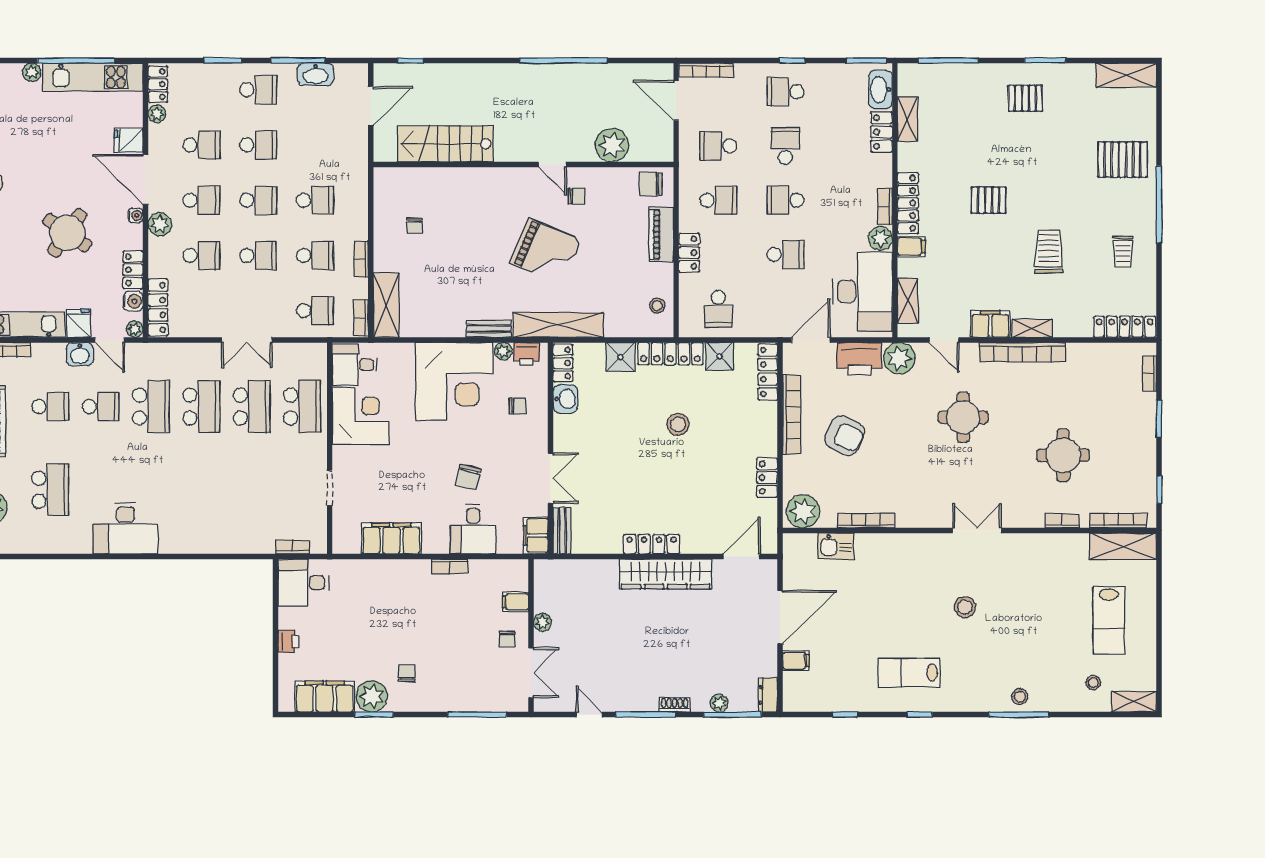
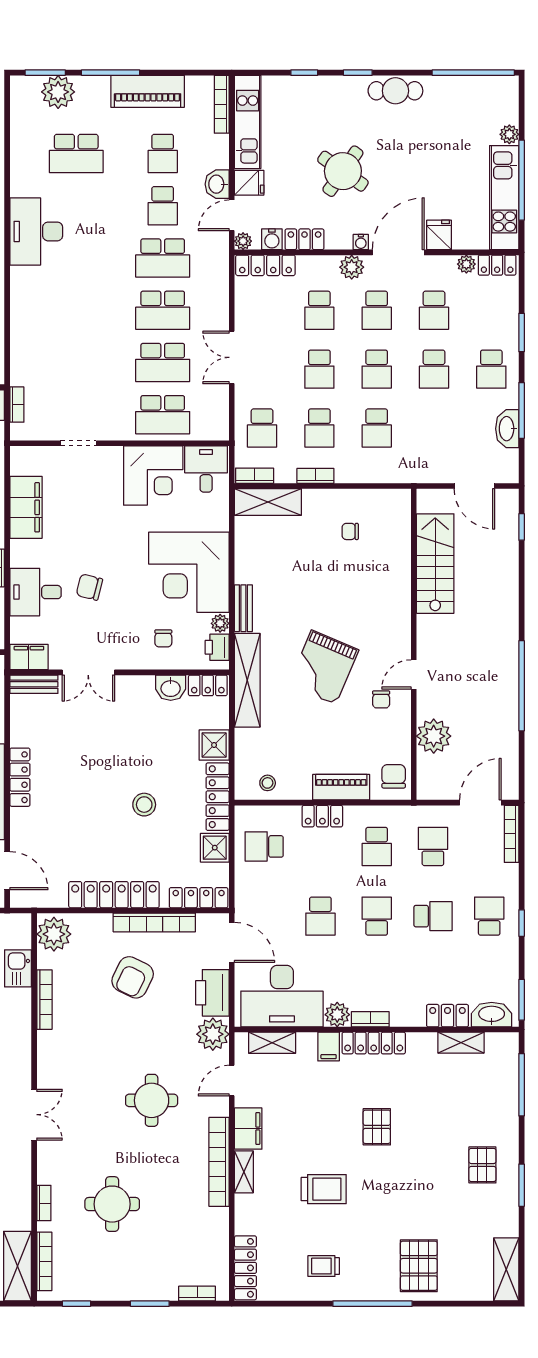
locker: (767, 478) -> (114, 895), width x2.16, depth x1.21

